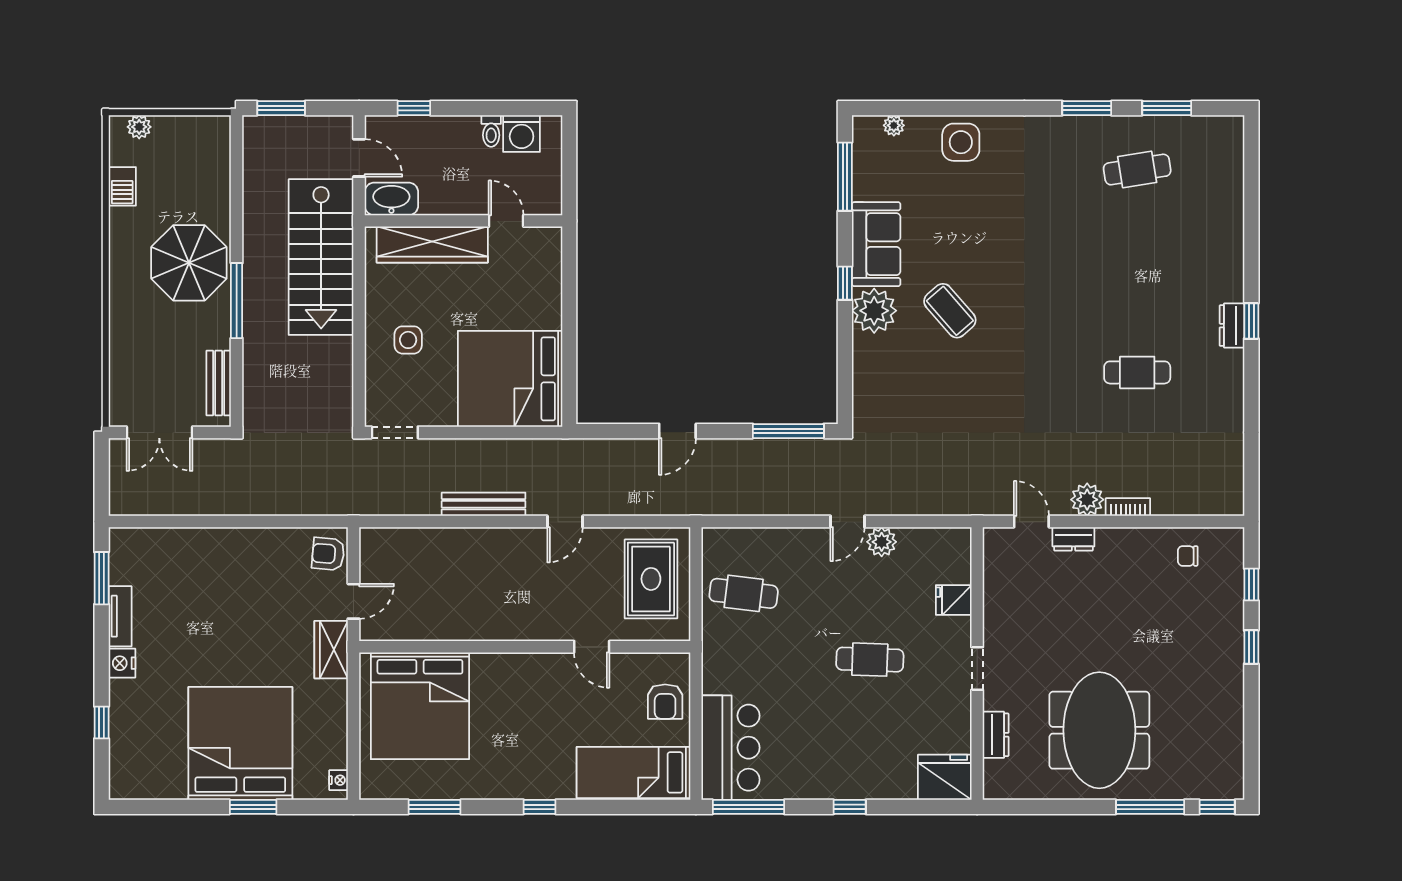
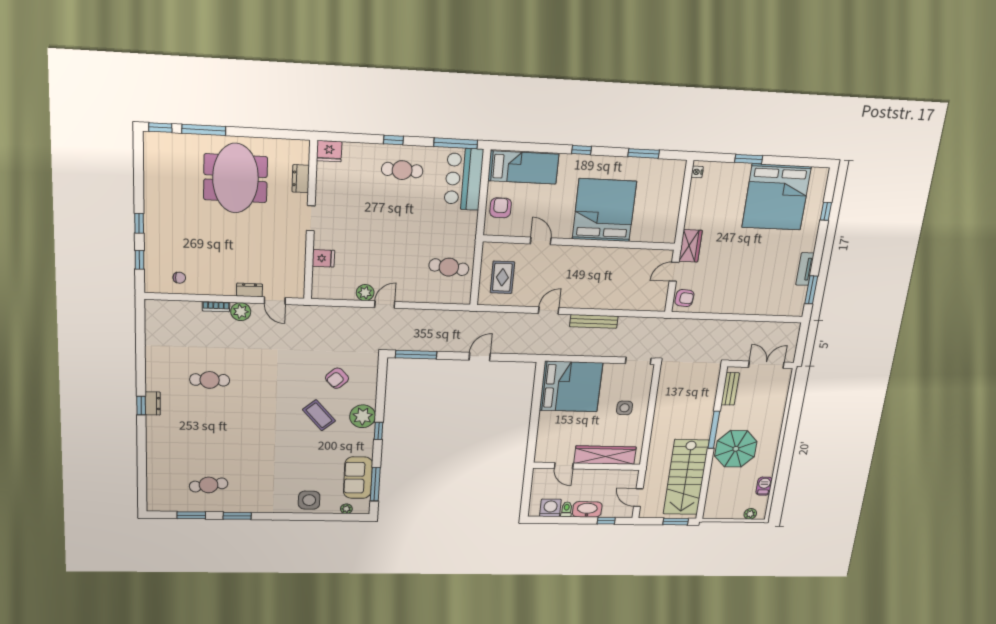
washbasin: (391, 199) -> (587, 509), moved, turned 180
sofa: (876, 244) -> (358, 478), moved
stairs: (321, 257) -> (686, 477), moved, turned 180
armchair: (922, 382) -> (337, 378), added
rug: (651, 579) -> (502, 277), width x0.73, depth x0.70
cafe table: (870, 660) -> (402, 170), moved
nightstand: (122, 663) -> (809, 244), removed
bed: (420, 706) -> (604, 210), moved
bed: (240, 743) -> (776, 197), moved
fridge: (945, 777) -> (329, 151), width x0.73, depth x0.75

